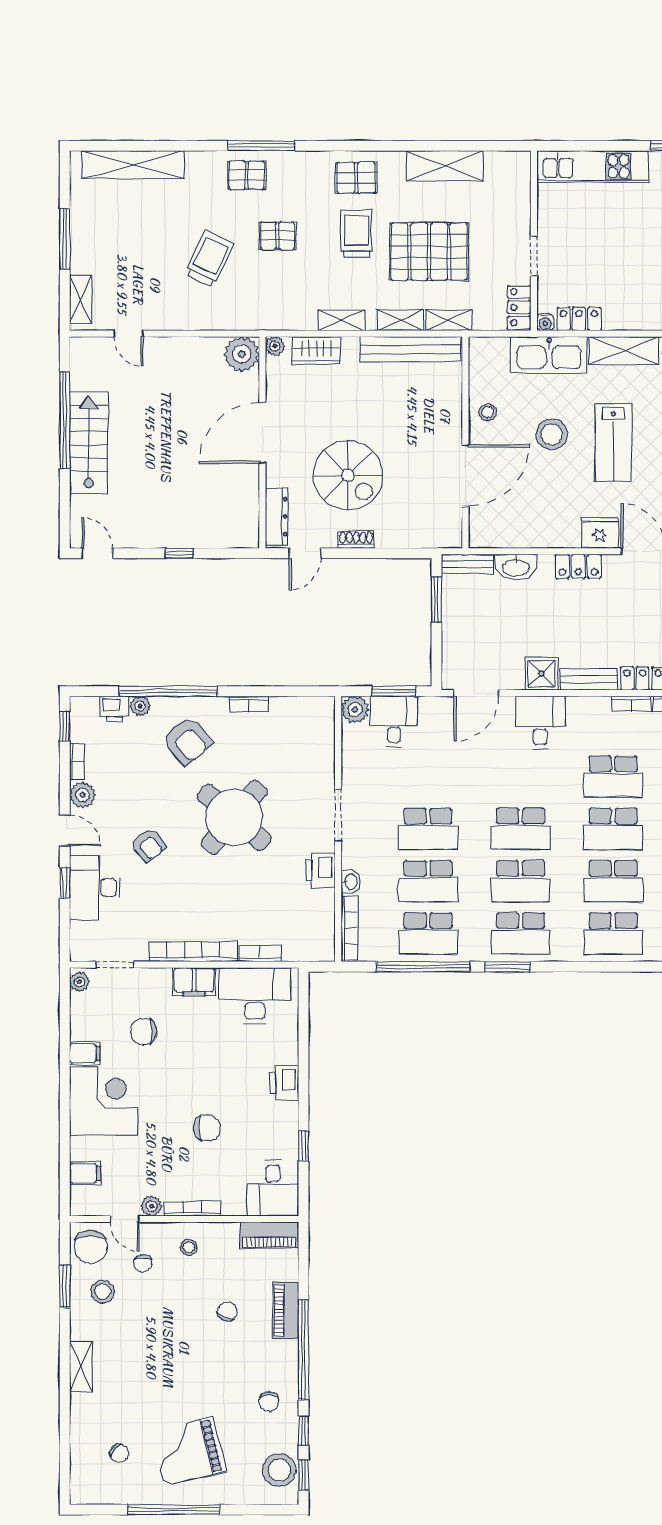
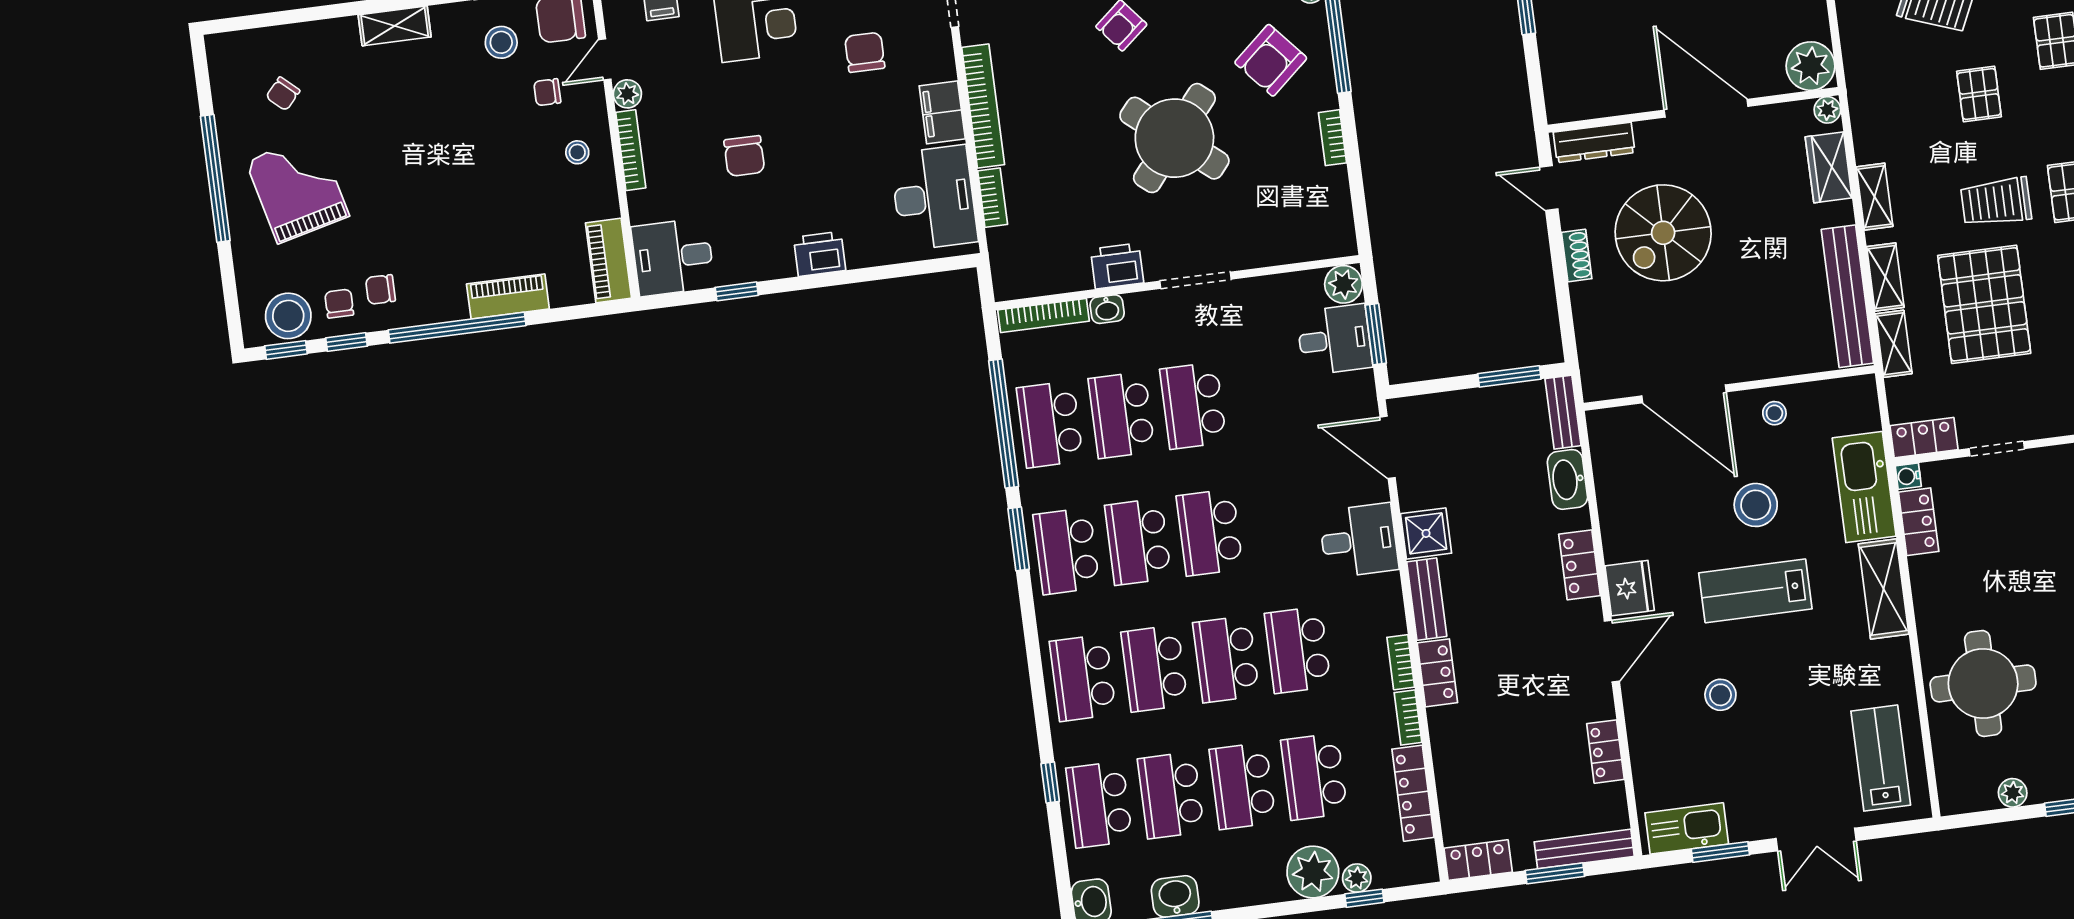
trolley: (357, 234) -> (1996, 202), turned 180
chair: (227, 1311) -> (339, 304), moved, turned -114

